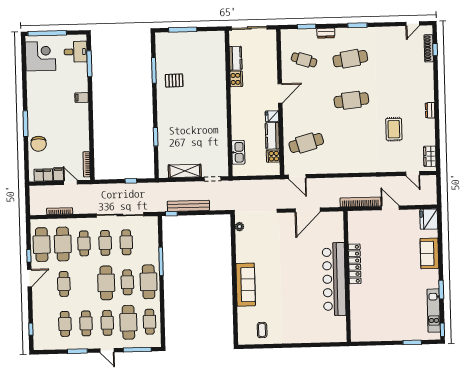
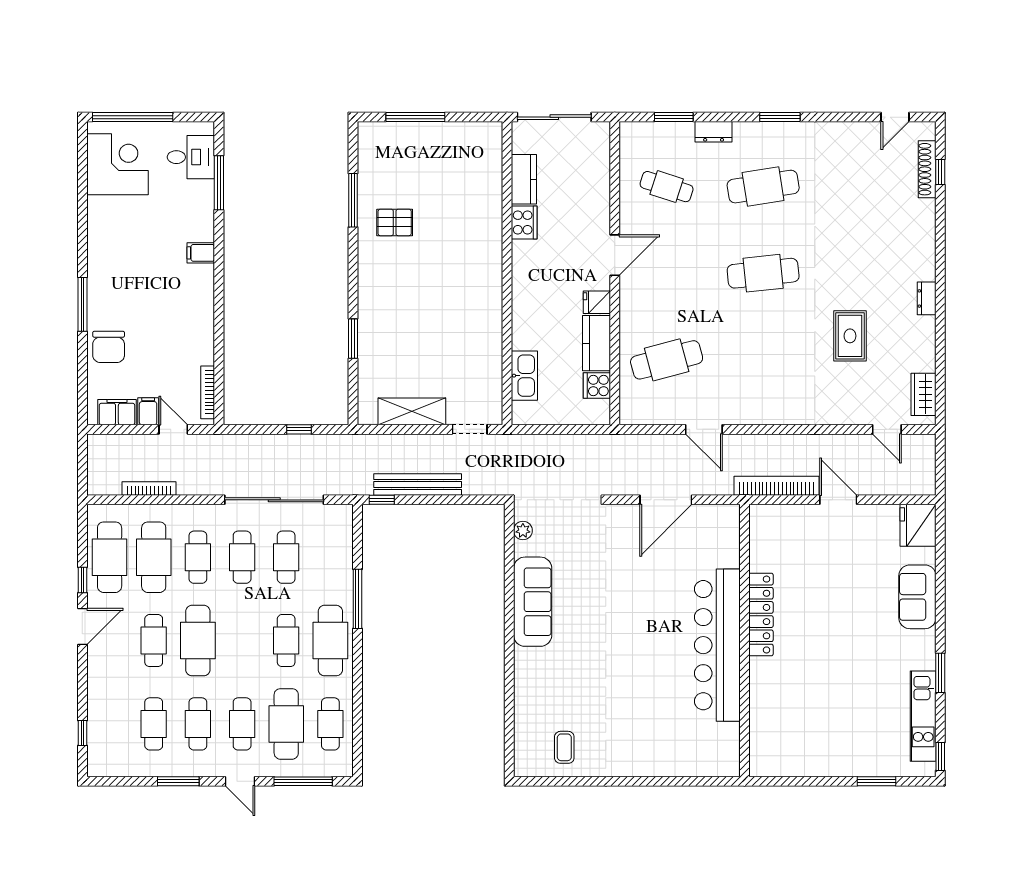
door: (297, 177) -> (704, 429), moved
cafe table: (106, 283) -> (198, 641), moved
sofa: (246, 285) -> (533, 602), moved

